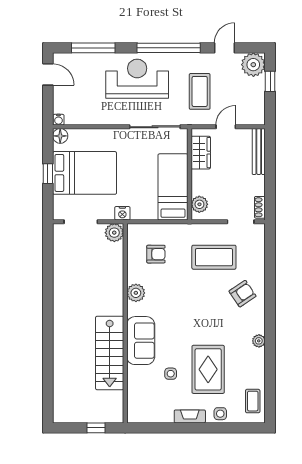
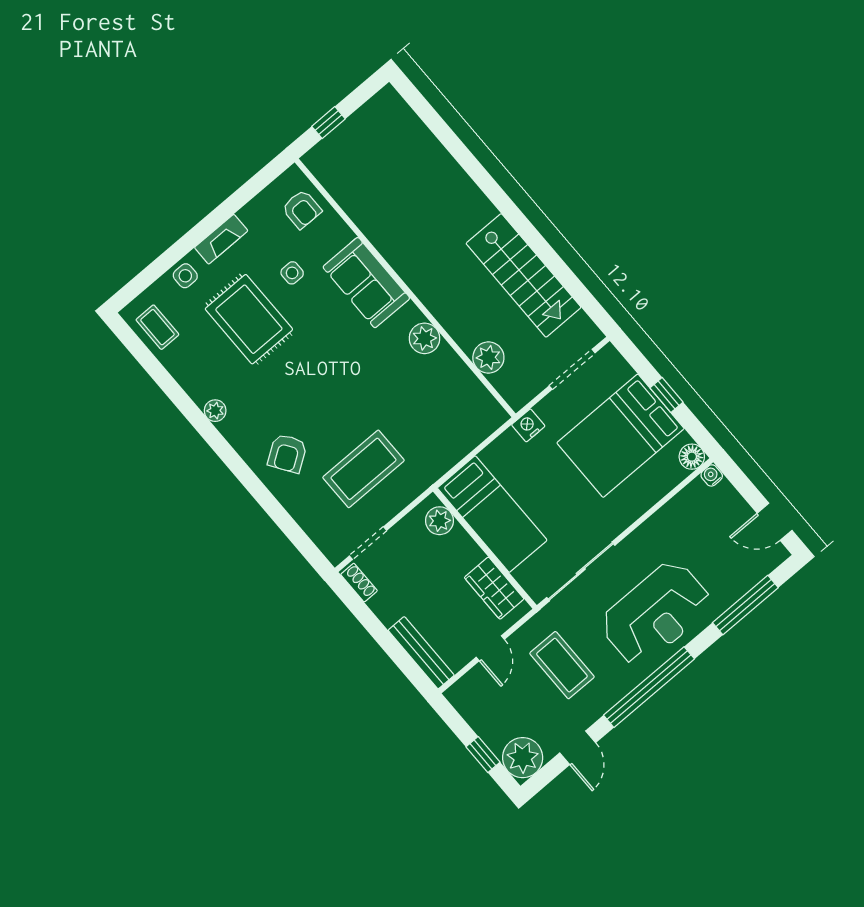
plant: (114, 233) -> (488, 358), moved
armchair: (156, 254) -> (302, 209), moved, turned -90
stairs: (110, 353) -> (524, 275), moved, turned 180

